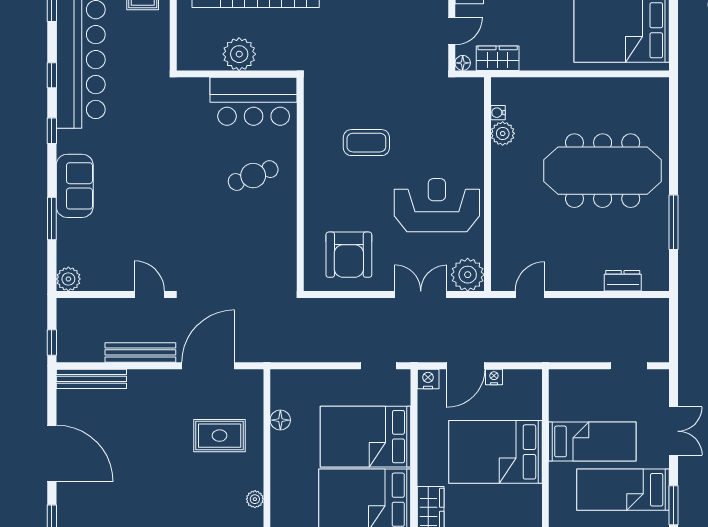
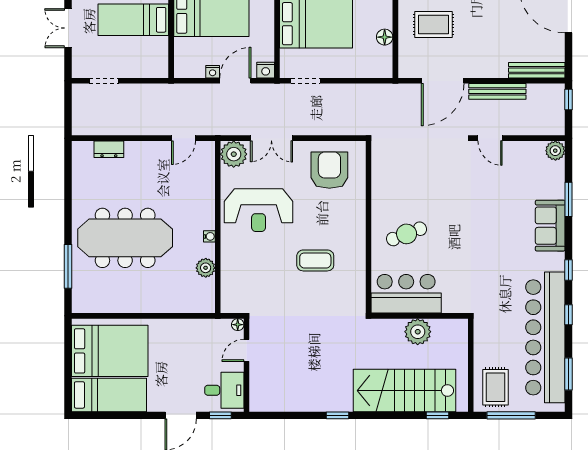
wardrobe: (498, 58) -> (210, 328), removed
water cooler: (498, 113) -> (209, 236), moved
window: (673, 222) -> (68, 266), moved

